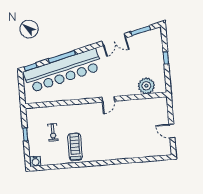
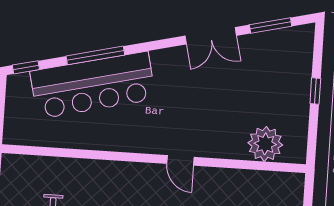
bar counter: (63, 71) -> (93, 85), width x0.73
door: (108, 99) -> (180, 160), hinge flipped

